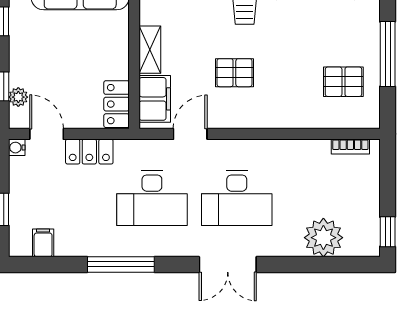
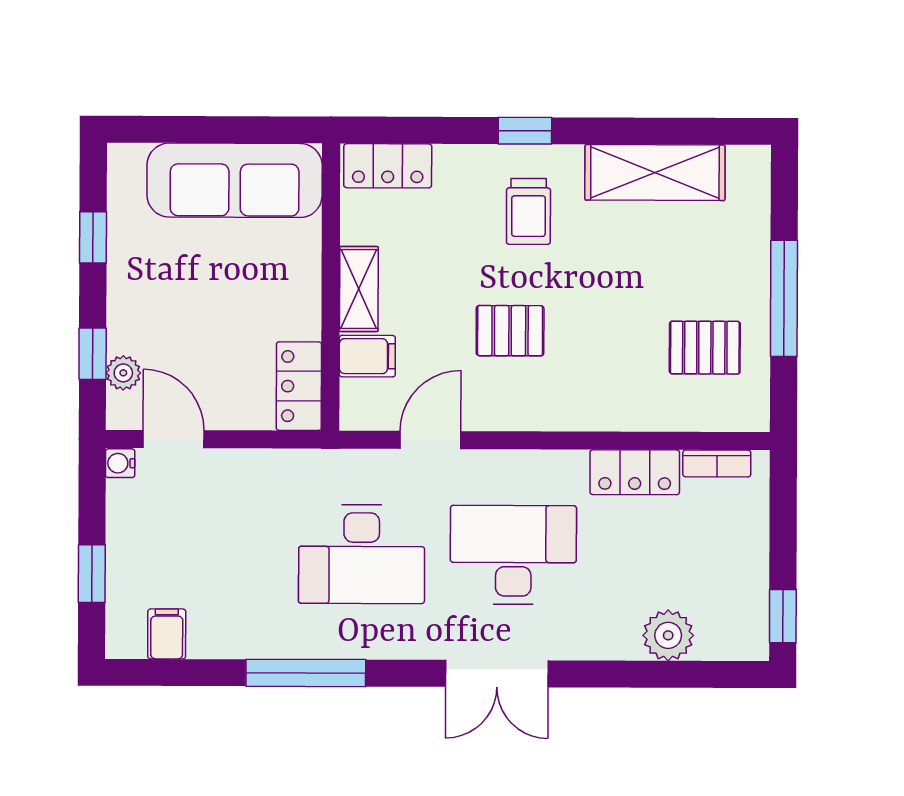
filing cabinet: (155, 99) -> (367, 356), width x0.50
locker: (89, 152) -> (635, 472), moved
desk: (237, 198) -> (513, 555), turned 180
plant: (323, 238) -> (668, 635), width x0.73, depth x0.73

